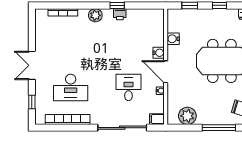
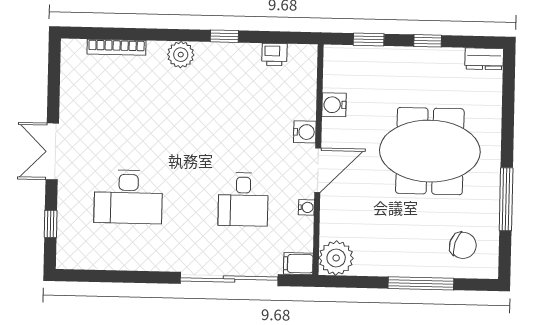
printer: (120, 14) -> (274, 55), moved
door: (166, 72) -> (318, 170), swing flipped
desk: (128, 87) -> (243, 199), turned 180
plant: (187, 116) -> (336, 258), moved
bookcase: (68, 120) -> (121, 260), removed

